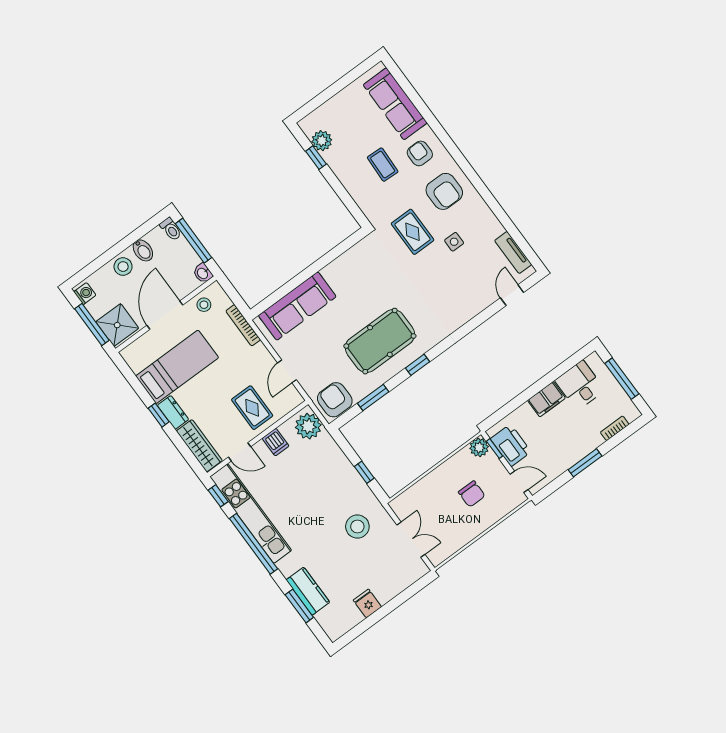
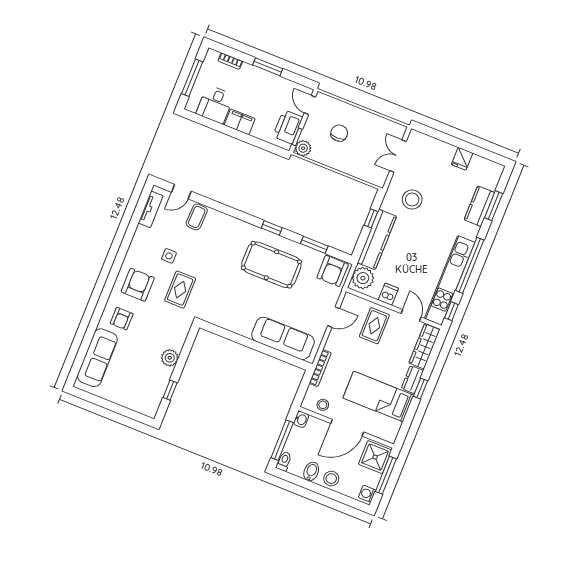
plant: (322, 141) -> (170, 358), moved
coffee table: (383, 165) -> (197, 217), moved
kitchen counter: (339, 465) -> (377, 239), added

